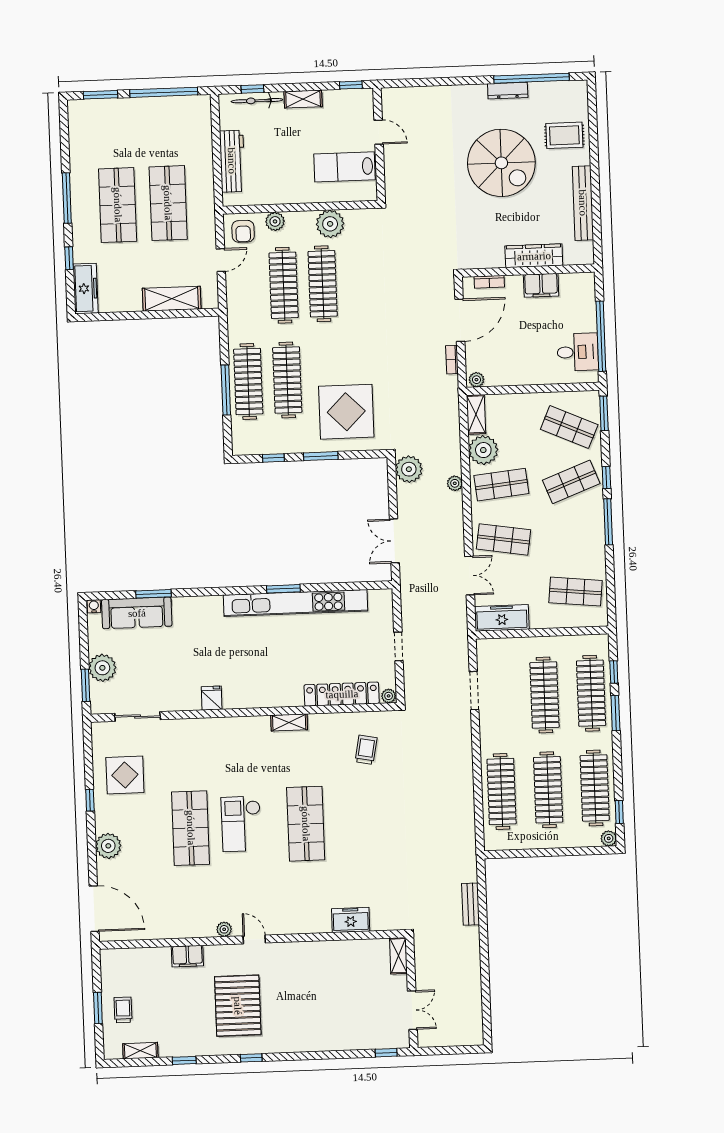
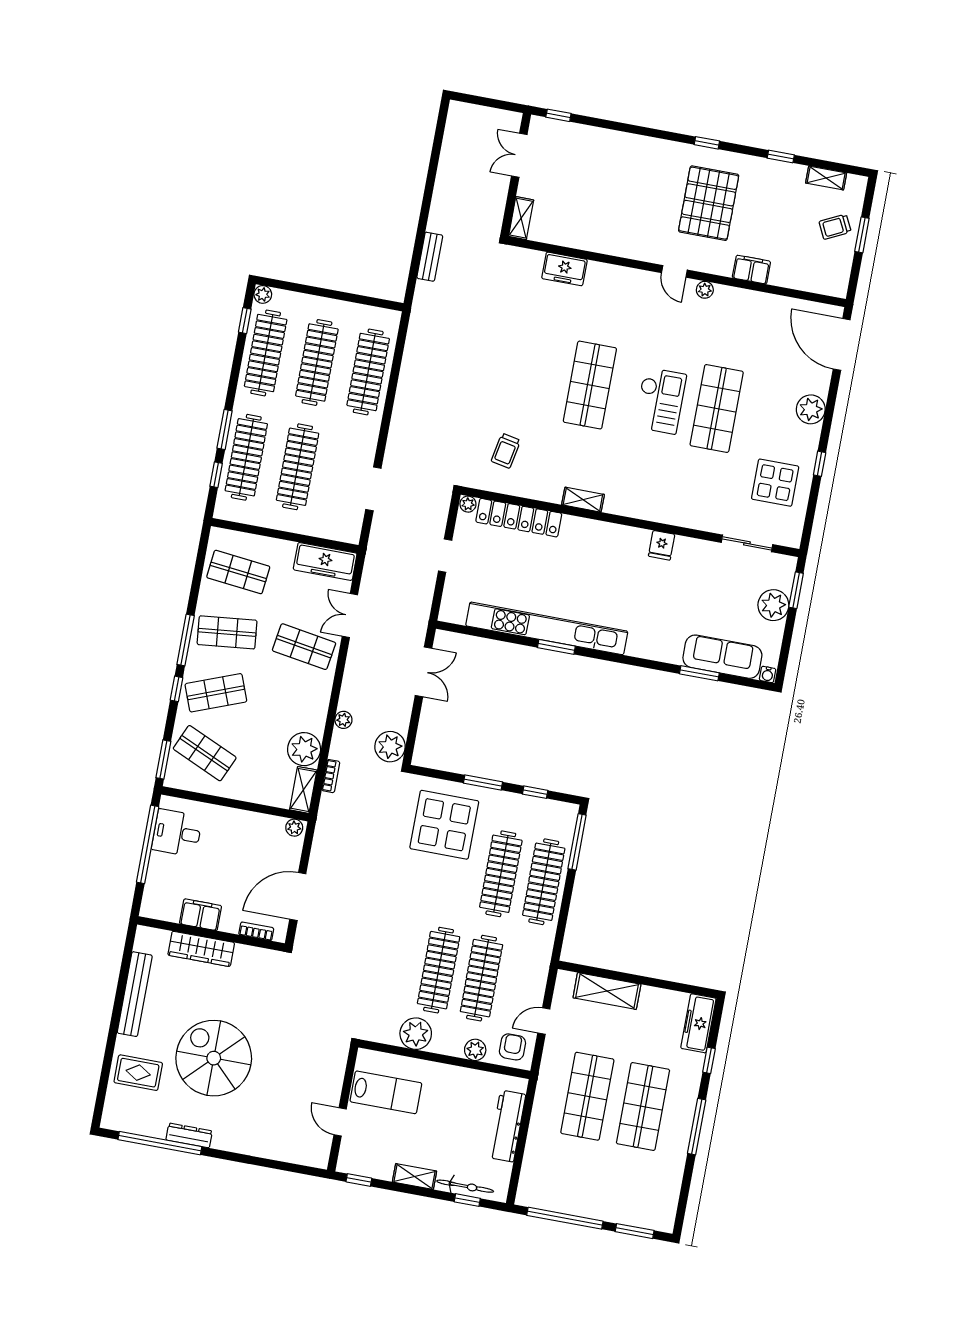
bookcase: (452, 360) -> (331, 776), moved
window: (226, 390) -> (577, 842), moved
shop shelf: (501, 485) -> (227, 632), moved
trolley: (123, 1010) -> (835, 227), turned 64

